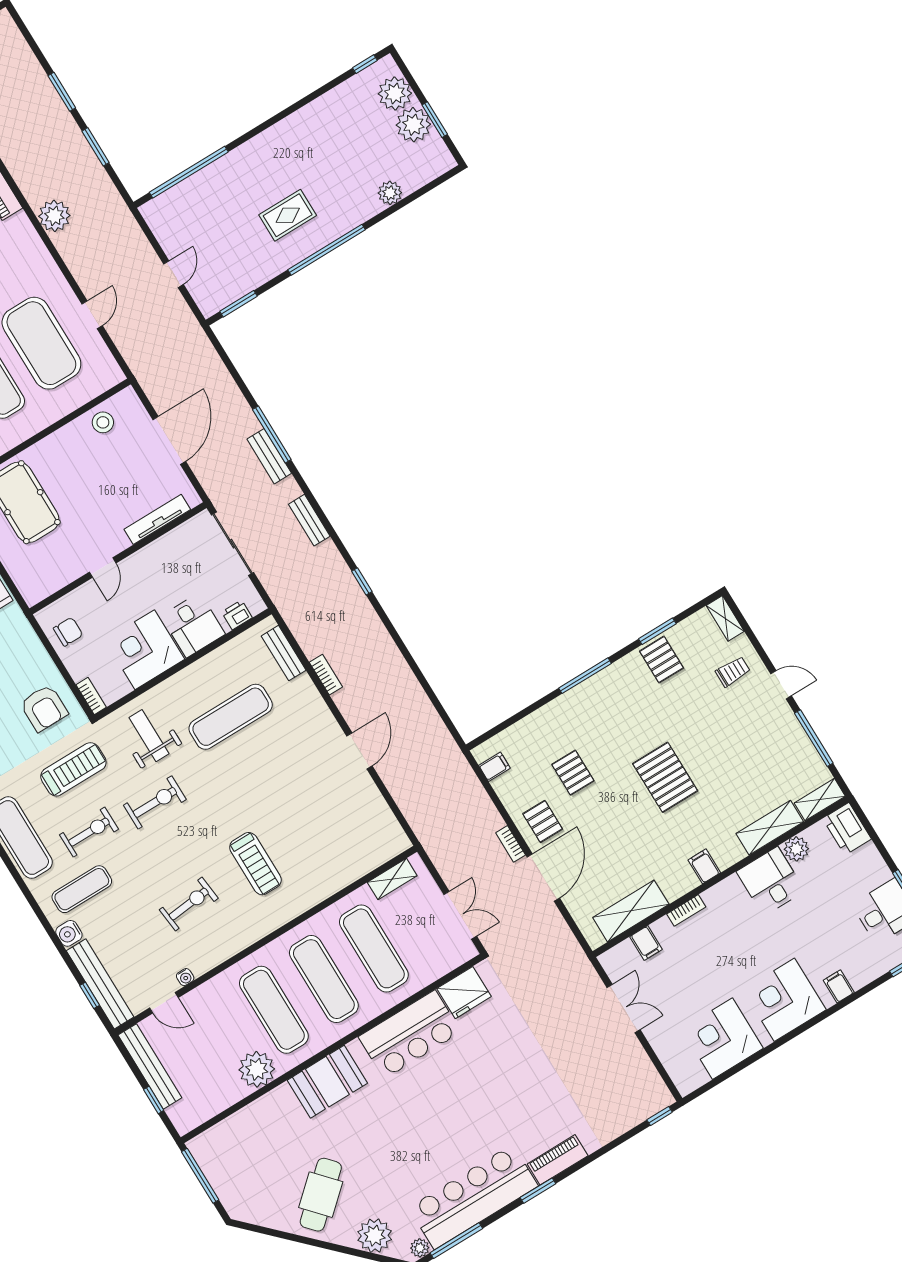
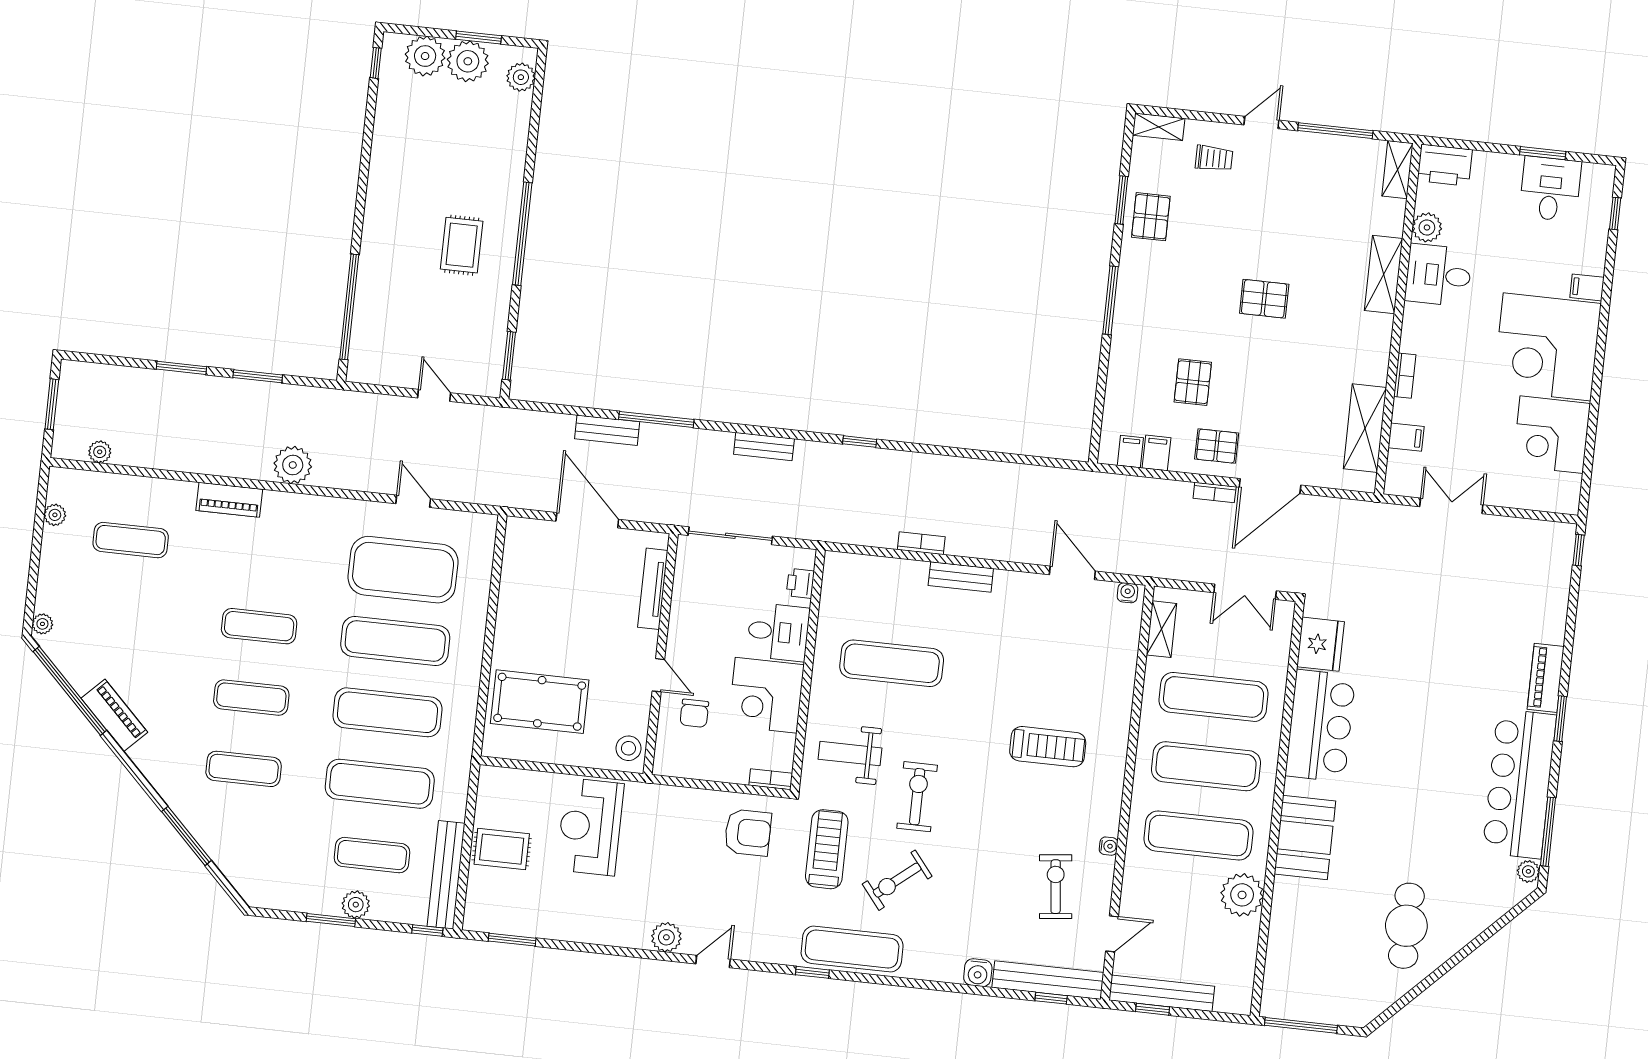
plant: (390, 193) -> (521, 77), moved
stool: (103, 422) -> (628, 748), moved
bench: (269, 456) -> (607, 430), moved
chair: (68, 632) -> (694, 713), moved, turned 180
bench: (284, 653) -> (961, 577), moved
pallet: (661, 660) -> (1151, 217), turned 90
trolley: (733, 672) -> (1214, 158), turned 90
exercise mat: (231, 717) -> (892, 663), turned 90
door: (359, 751) -> (1072, 573), moved
pallet: (573, 773) -> (1193, 382), turned 90
pallet: (665, 777) -> (1264, 299), width x0.67, depth x0.71
shelving: (770, 828) -> (1384, 275), moved
exercise bike: (89, 832) -> (897, 880), turned -129
water cooler: (399, 838) -> (1128, 593), added
filing cabinet: (704, 866) -> (1156, 453), moved, turned 90
door: (543, 878) -> (1270, 486), swing flipped
exercise mat: (82, 889) -> (946, 928), removed
exercise bike: (189, 904) -> (1056, 887), moved
double door: (460, 915) -> (1245, 592), swing flipped
water cooler: (185, 977) -> (1109, 846), moved
corner desk: (784, 1000) -> (1547, 347), width x1.36, depth x1.36
window: (154, 1100) -> (1153, 1009), moved
cafe table: (321, 1195) -> (1406, 926), turned 42
plant: (375, 1236) -> (1484, 905), removed

